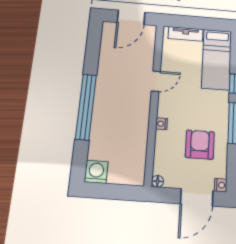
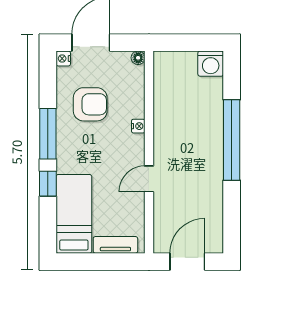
armchair: (200, 145) -> (90, 104), turned -90

